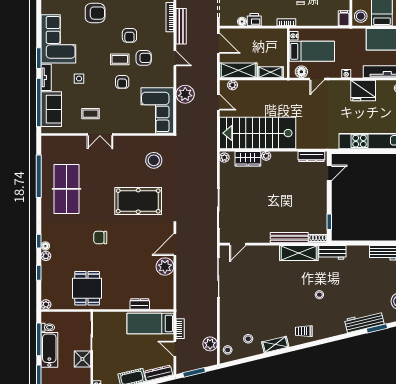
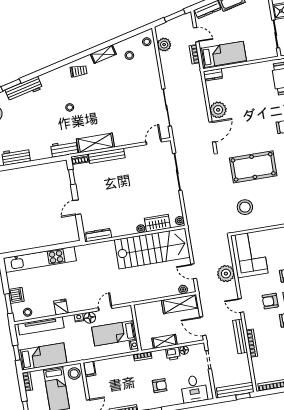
shelving: (271, 72) -> (165, 341), moved
floor lamp: (301, 72) -> (90, 318), moved
fridge: (363, 91) -> (61, 307), width x0.53, depth x0.75
door: (329, 173) -> (77, 207), moved
dresser: (140, 304) -> (213, 75), moved

